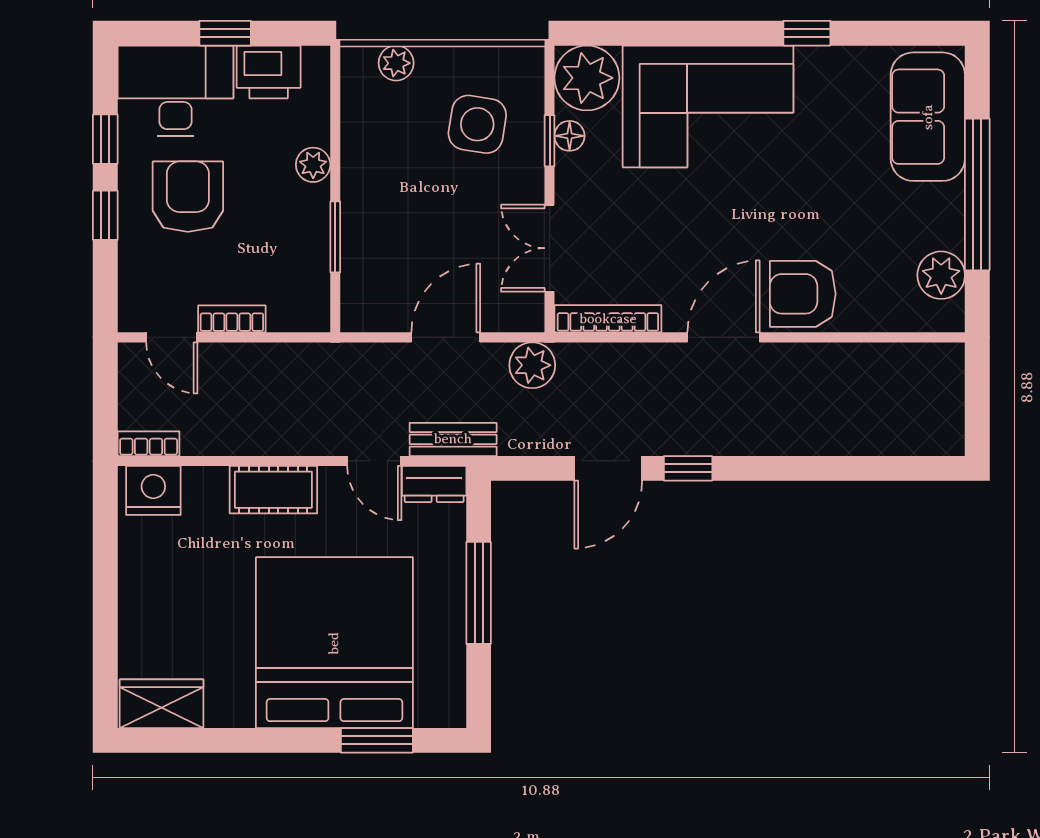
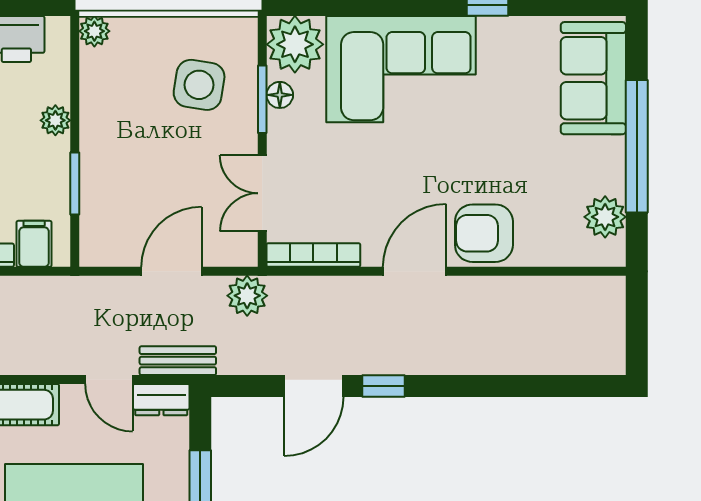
plant: (396, 63) -> (94, 31), moved
window: (550, 141) -> (262, 99), width x1.50
filing cabinet: (289, 306) -> (34, 244), added

